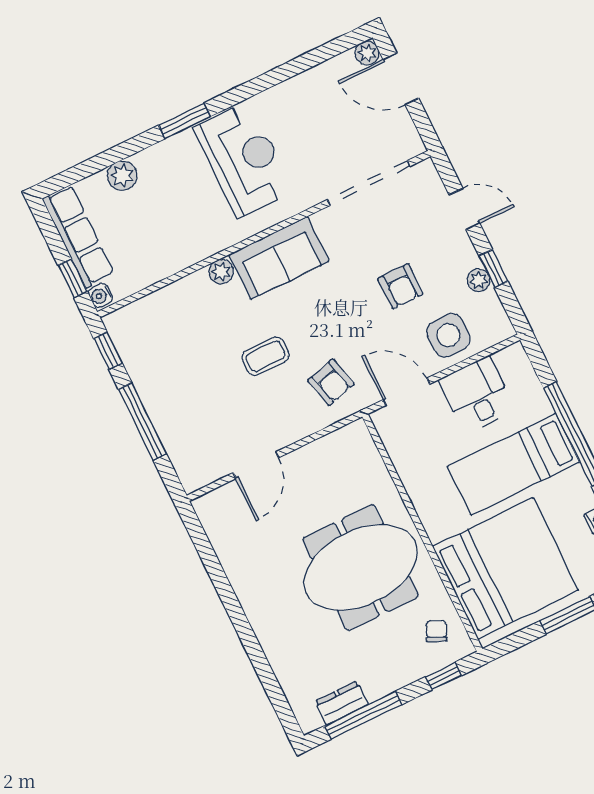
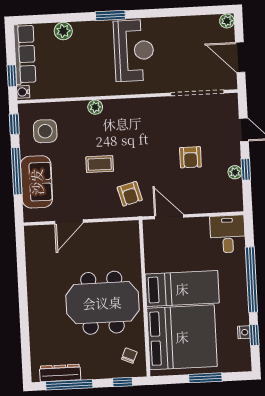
door: (401, 79) -> (240, 57), moved
sofa: (279, 258) -> (37, 182), moved, turned -90
side table: (448, 335) -> (45, 131), moved
desk: (477, 395) -> (228, 234), moved
bed: (513, 464) -> (182, 289), moved, turned 180
dresser: (342, 703) -> (60, 373), width x1.44

